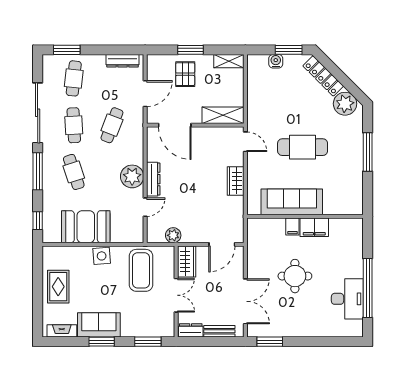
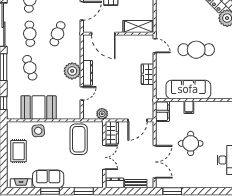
filing cabinet: (314, 227) -> (162, 111), moved, turned -90
side table: (102, 256) -> (38, 131), moved

